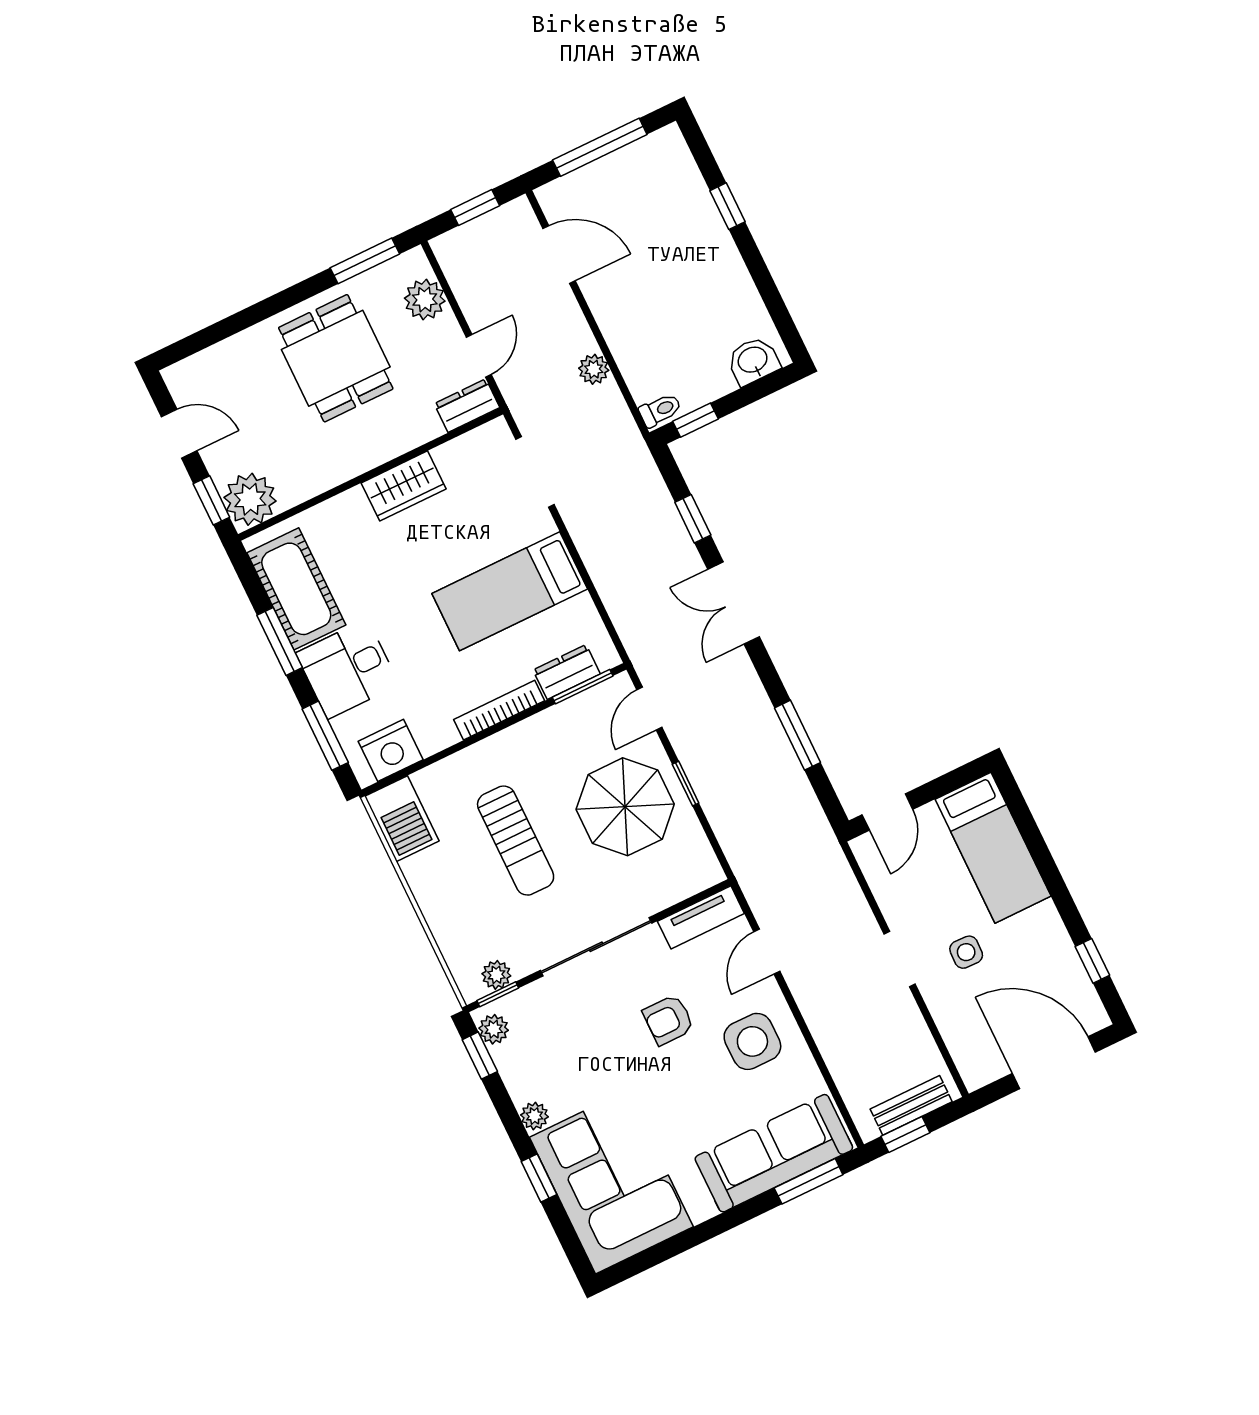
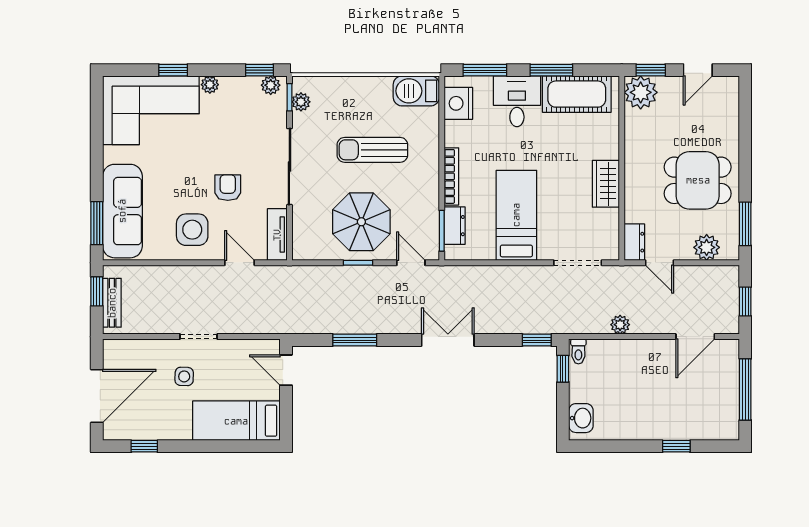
window: (693, 519) -> (537, 340), moved

